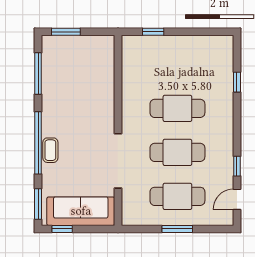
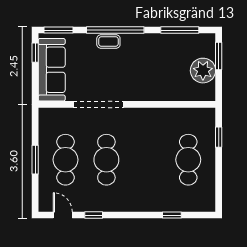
plant: (82, 49) -> (203, 71), added
cafe table: (177, 108) -> (188, 160), moved

